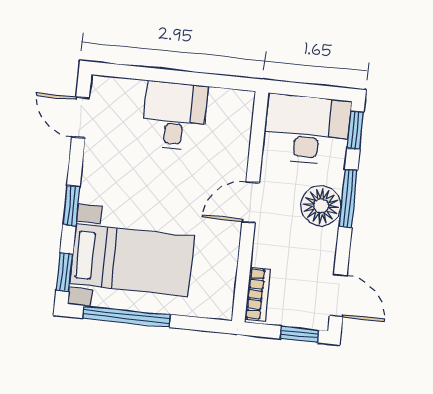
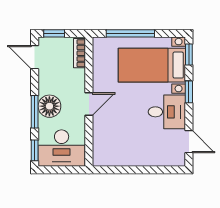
desk: (175, 116) -> (167, 112), moved, turned -90
window: (127, 316) -> (130, 33), moved

